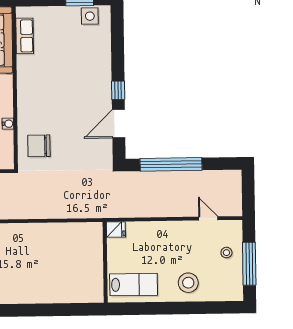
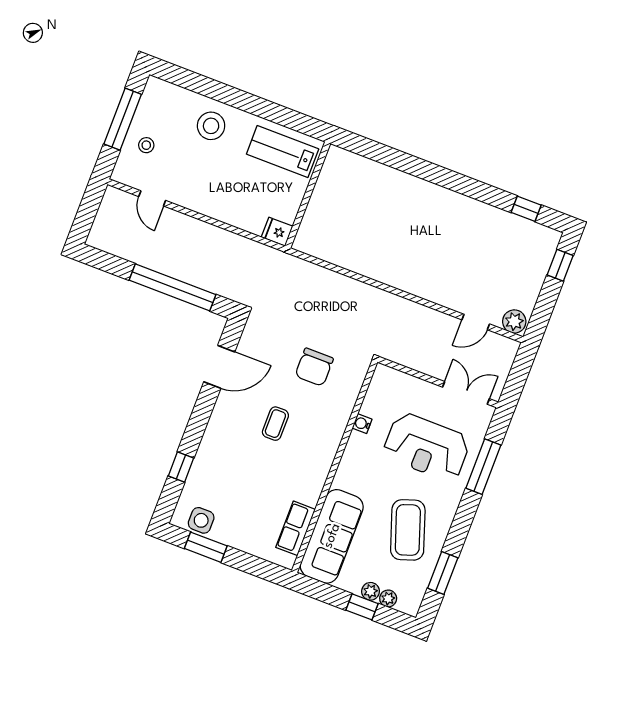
window: (118, 90) -> (181, 467), moved
coffee table: (66, 101) -> (275, 424), added
chair: (39, 146) -> (314, 367), moved, turned 90

